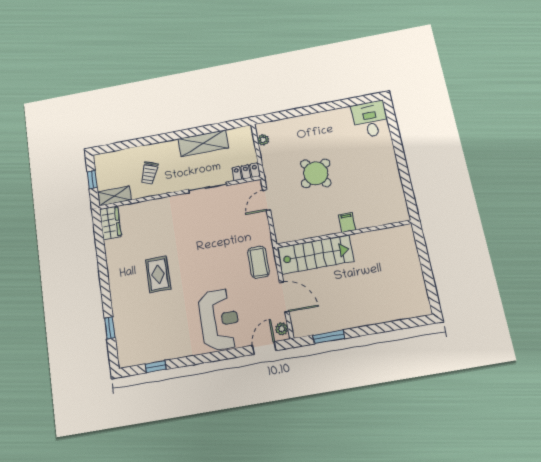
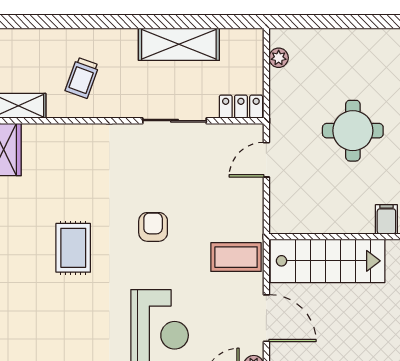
round table: (316, 173) -> (353, 131), turned 37
armchair: (205, 253) -> (153, 227), added
coffee table: (259, 262) -> (236, 257), turned 90

